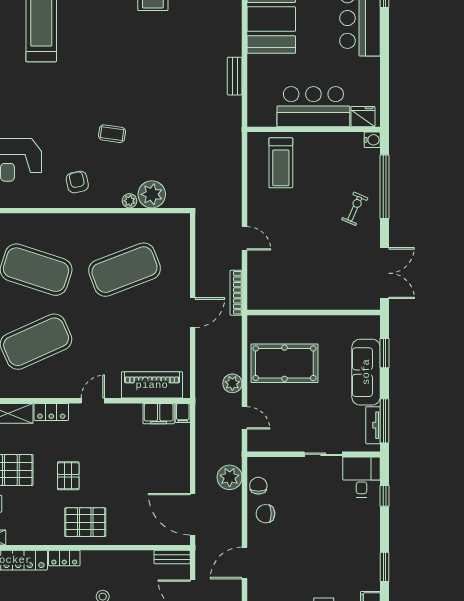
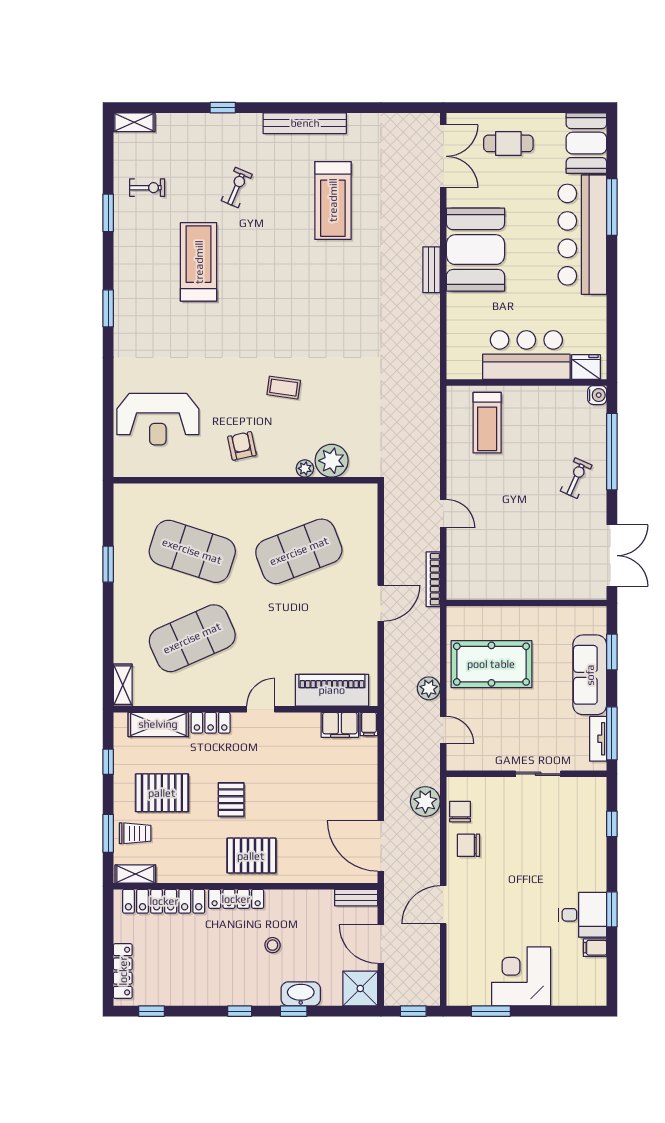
bench: (235, 76) -> (431, 270), moved
desk: (362, 477) -> (583, 915), moved, turned 90
locker: (64, 558) -> (236, 899), width x1.53

